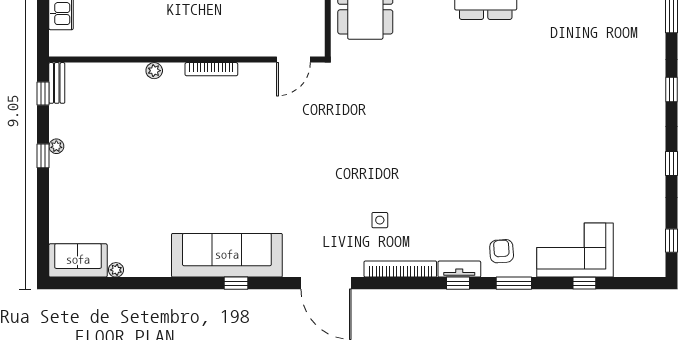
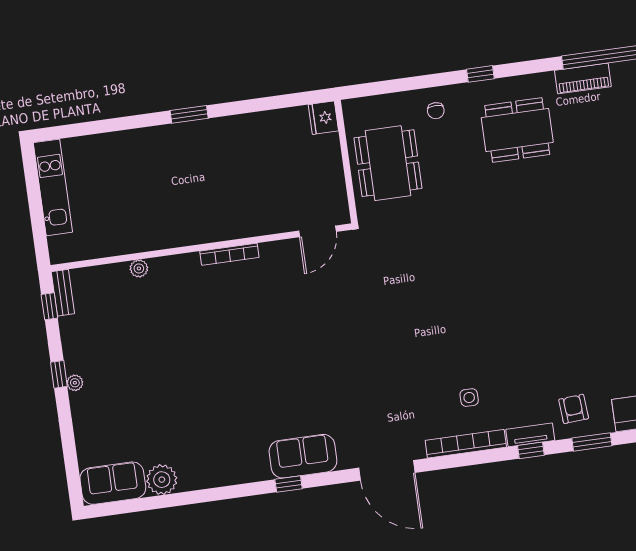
plant: (154, 71) -> (139, 268), moved
plant: (56, 146) -> (75, 383), moved
side table: (380, 220) -> (469, 398), moved
sofa: (227, 255) -> (303, 456), width x0.54, depth x0.79
plant: (116, 270) -> (162, 480), width x1.87, depth x1.87

